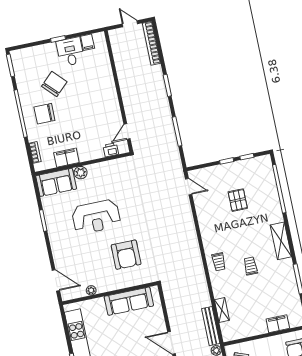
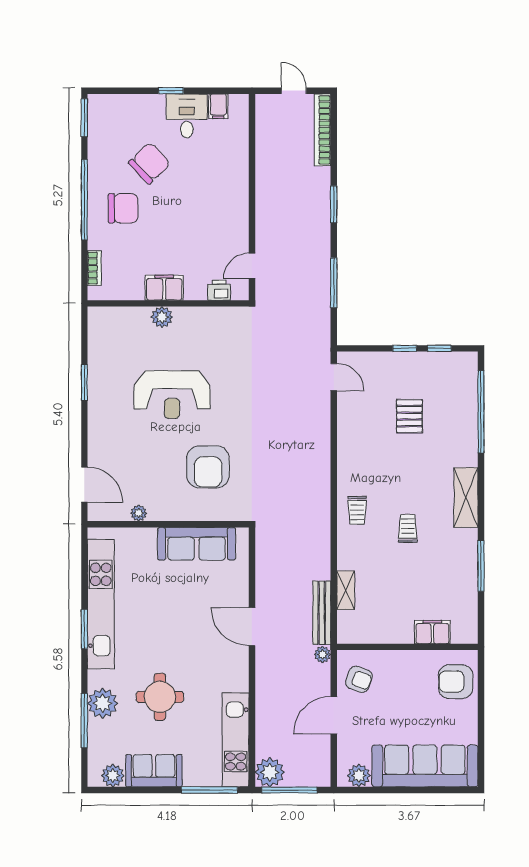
chair: (44, 114) -> (123, 208), turned 180
filing cabinet: (66, 158) -> (164, 288), moved
sofa: (56, 182) -> (119, 324), removed

